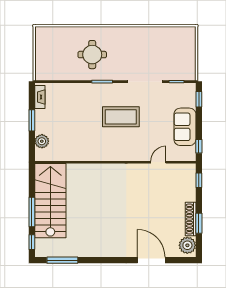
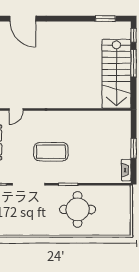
round table: (92, 55) -> (78, 209), width x1.36, depth x1.36
plant: (42, 141) -> (124, 129), removed
window: (62, 260) -> (105, 19), width x0.69

